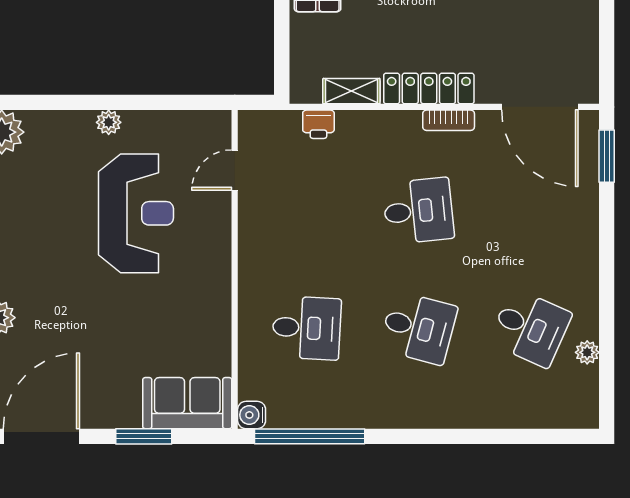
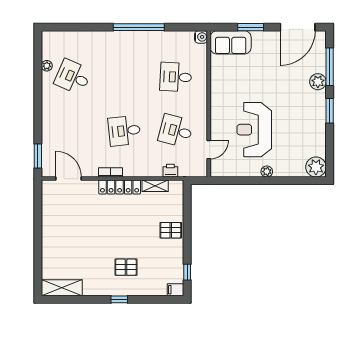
door: (540, 107) -> (69, 179), width x0.73
desk: (418, 328) -> (176, 131), moved
window: (310, 436) -> (139, 27), moved

